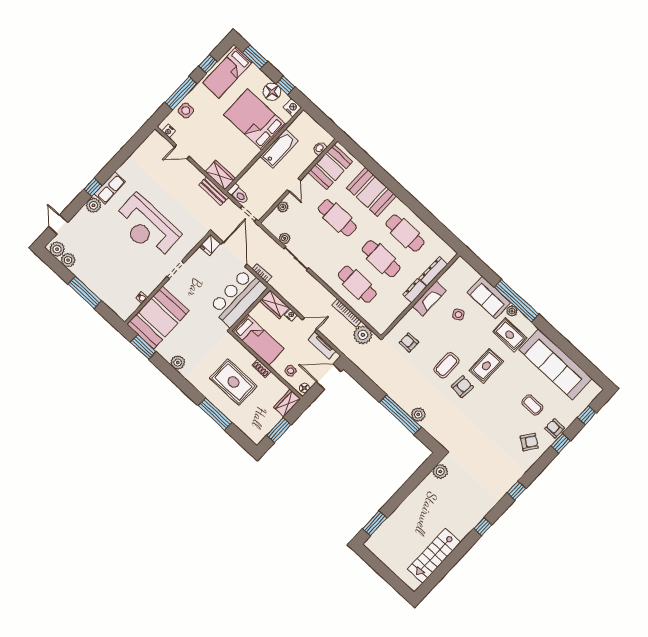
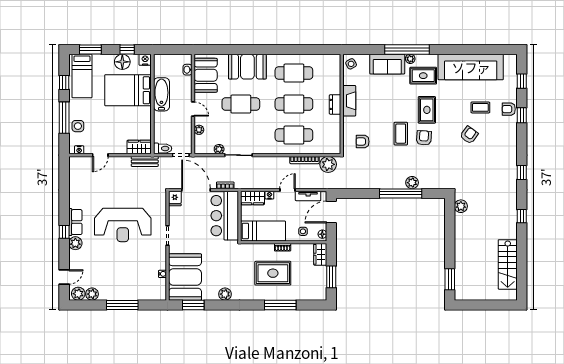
door: (58, 225) -> (64, 277), swing flipped
dresser: (433, 271) -> (335, 80), removed
side table: (458, 314) -> (351, 64), moved
armchair: (529, 442) -> (469, 135), moved

